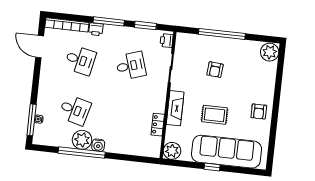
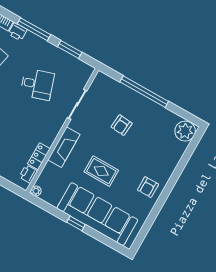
printer: (167, 41) -> (28, 174), moved
plant: (172, 151) -> (36, 191), width x0.53, depth x0.53

